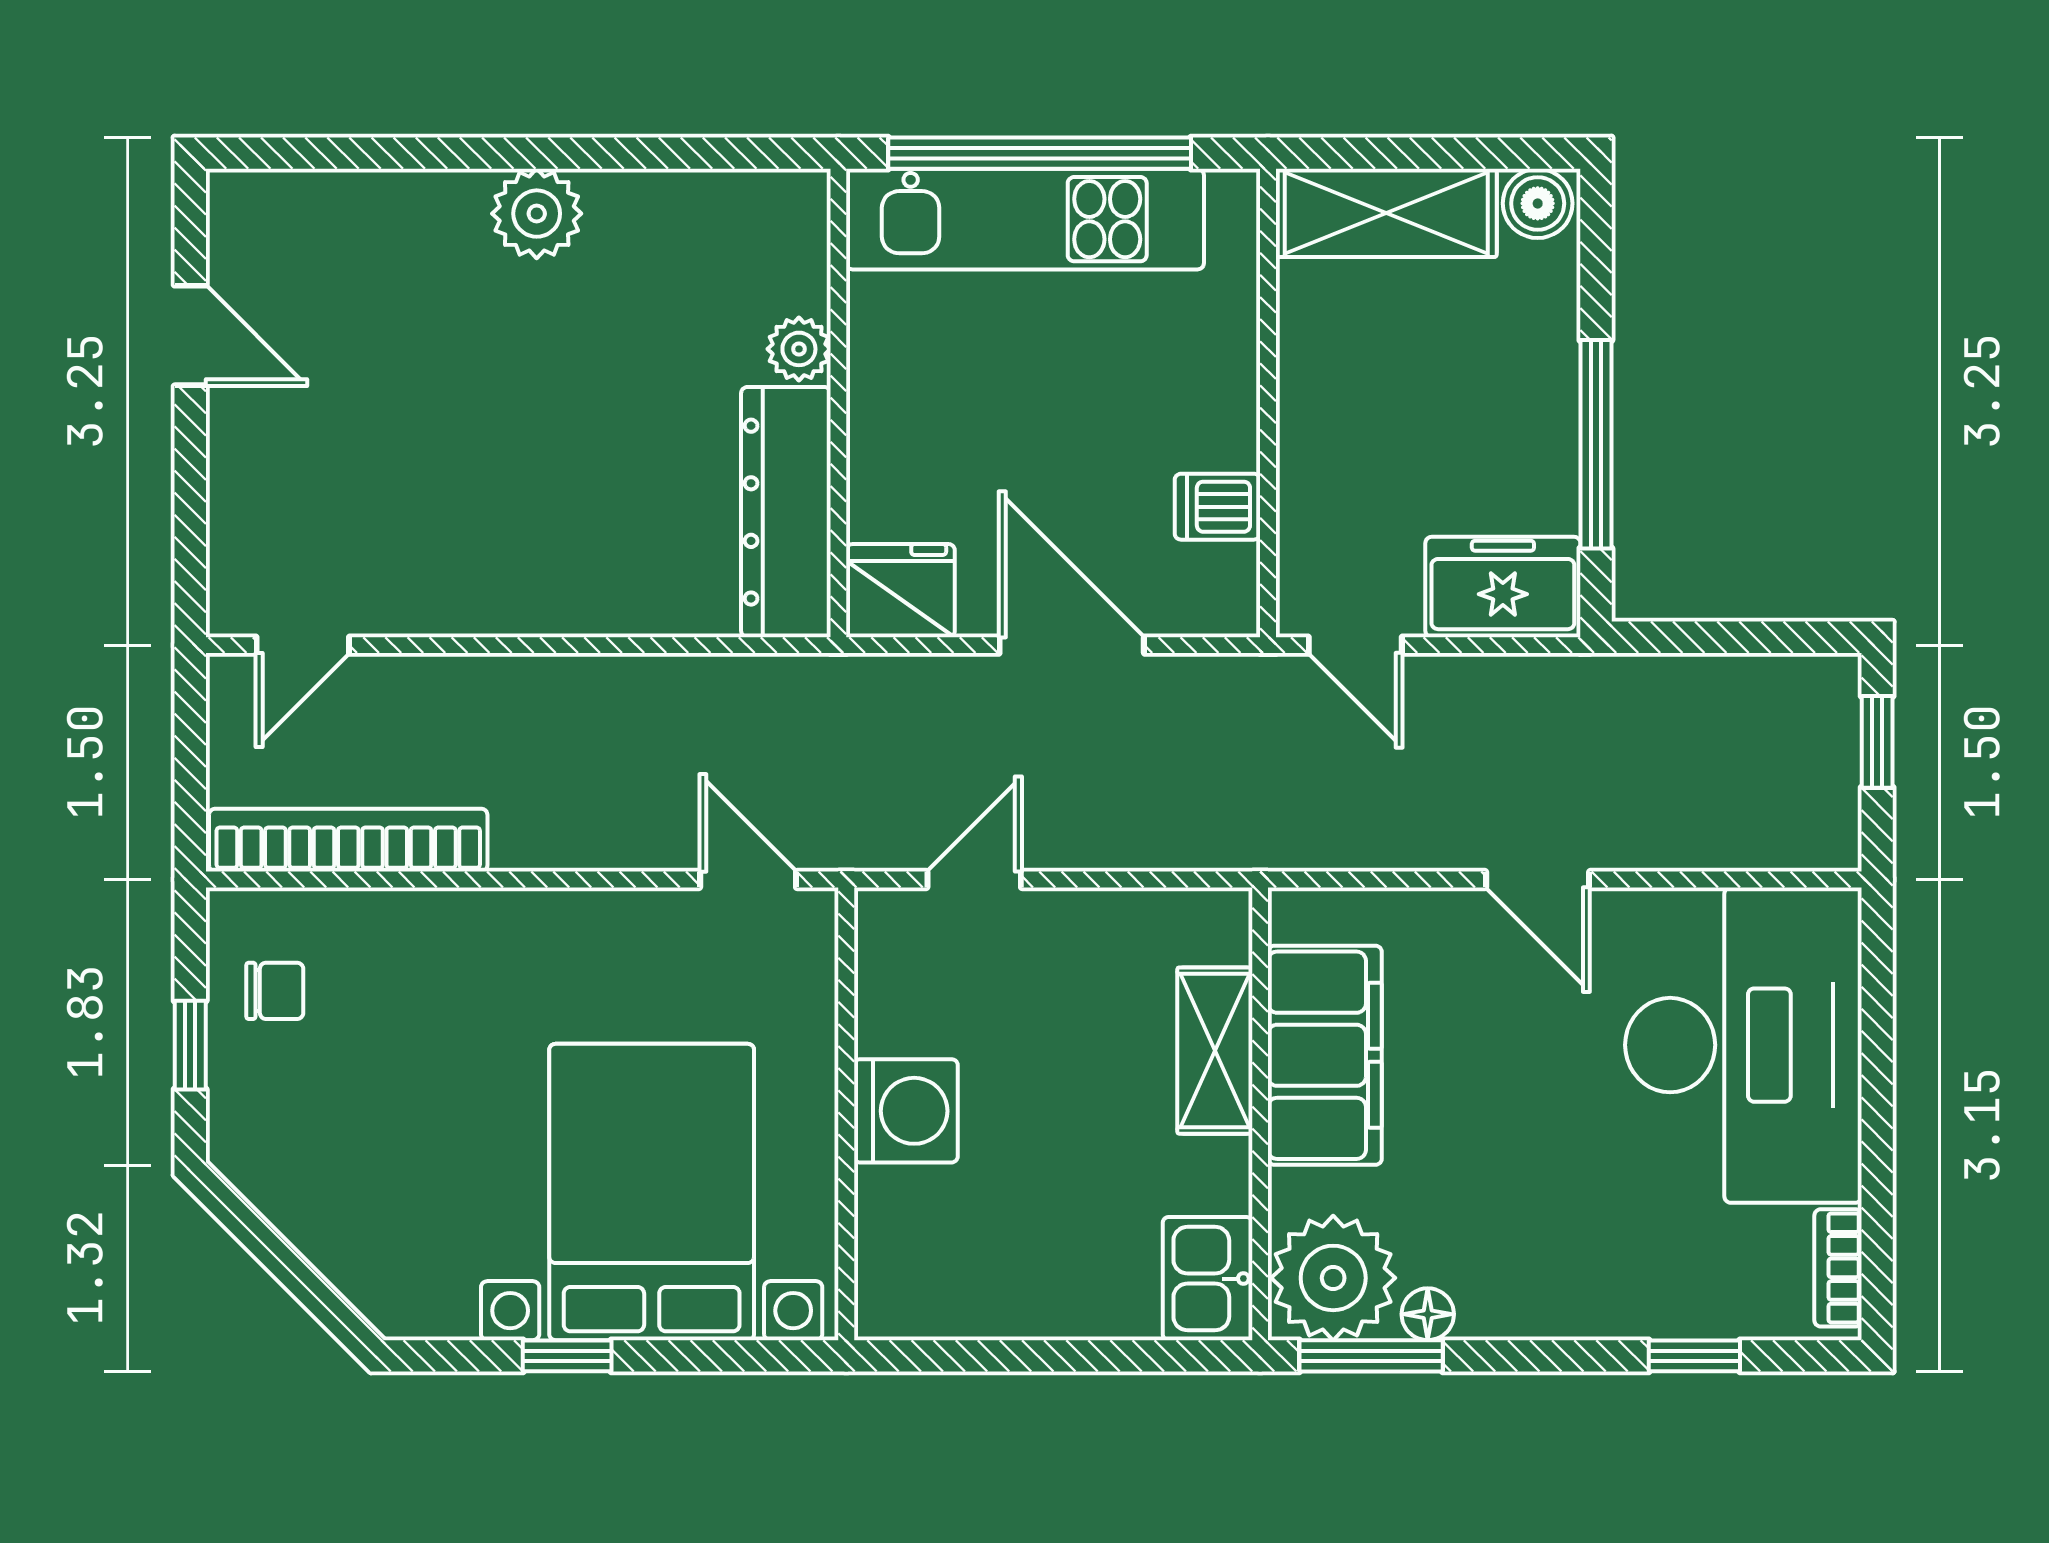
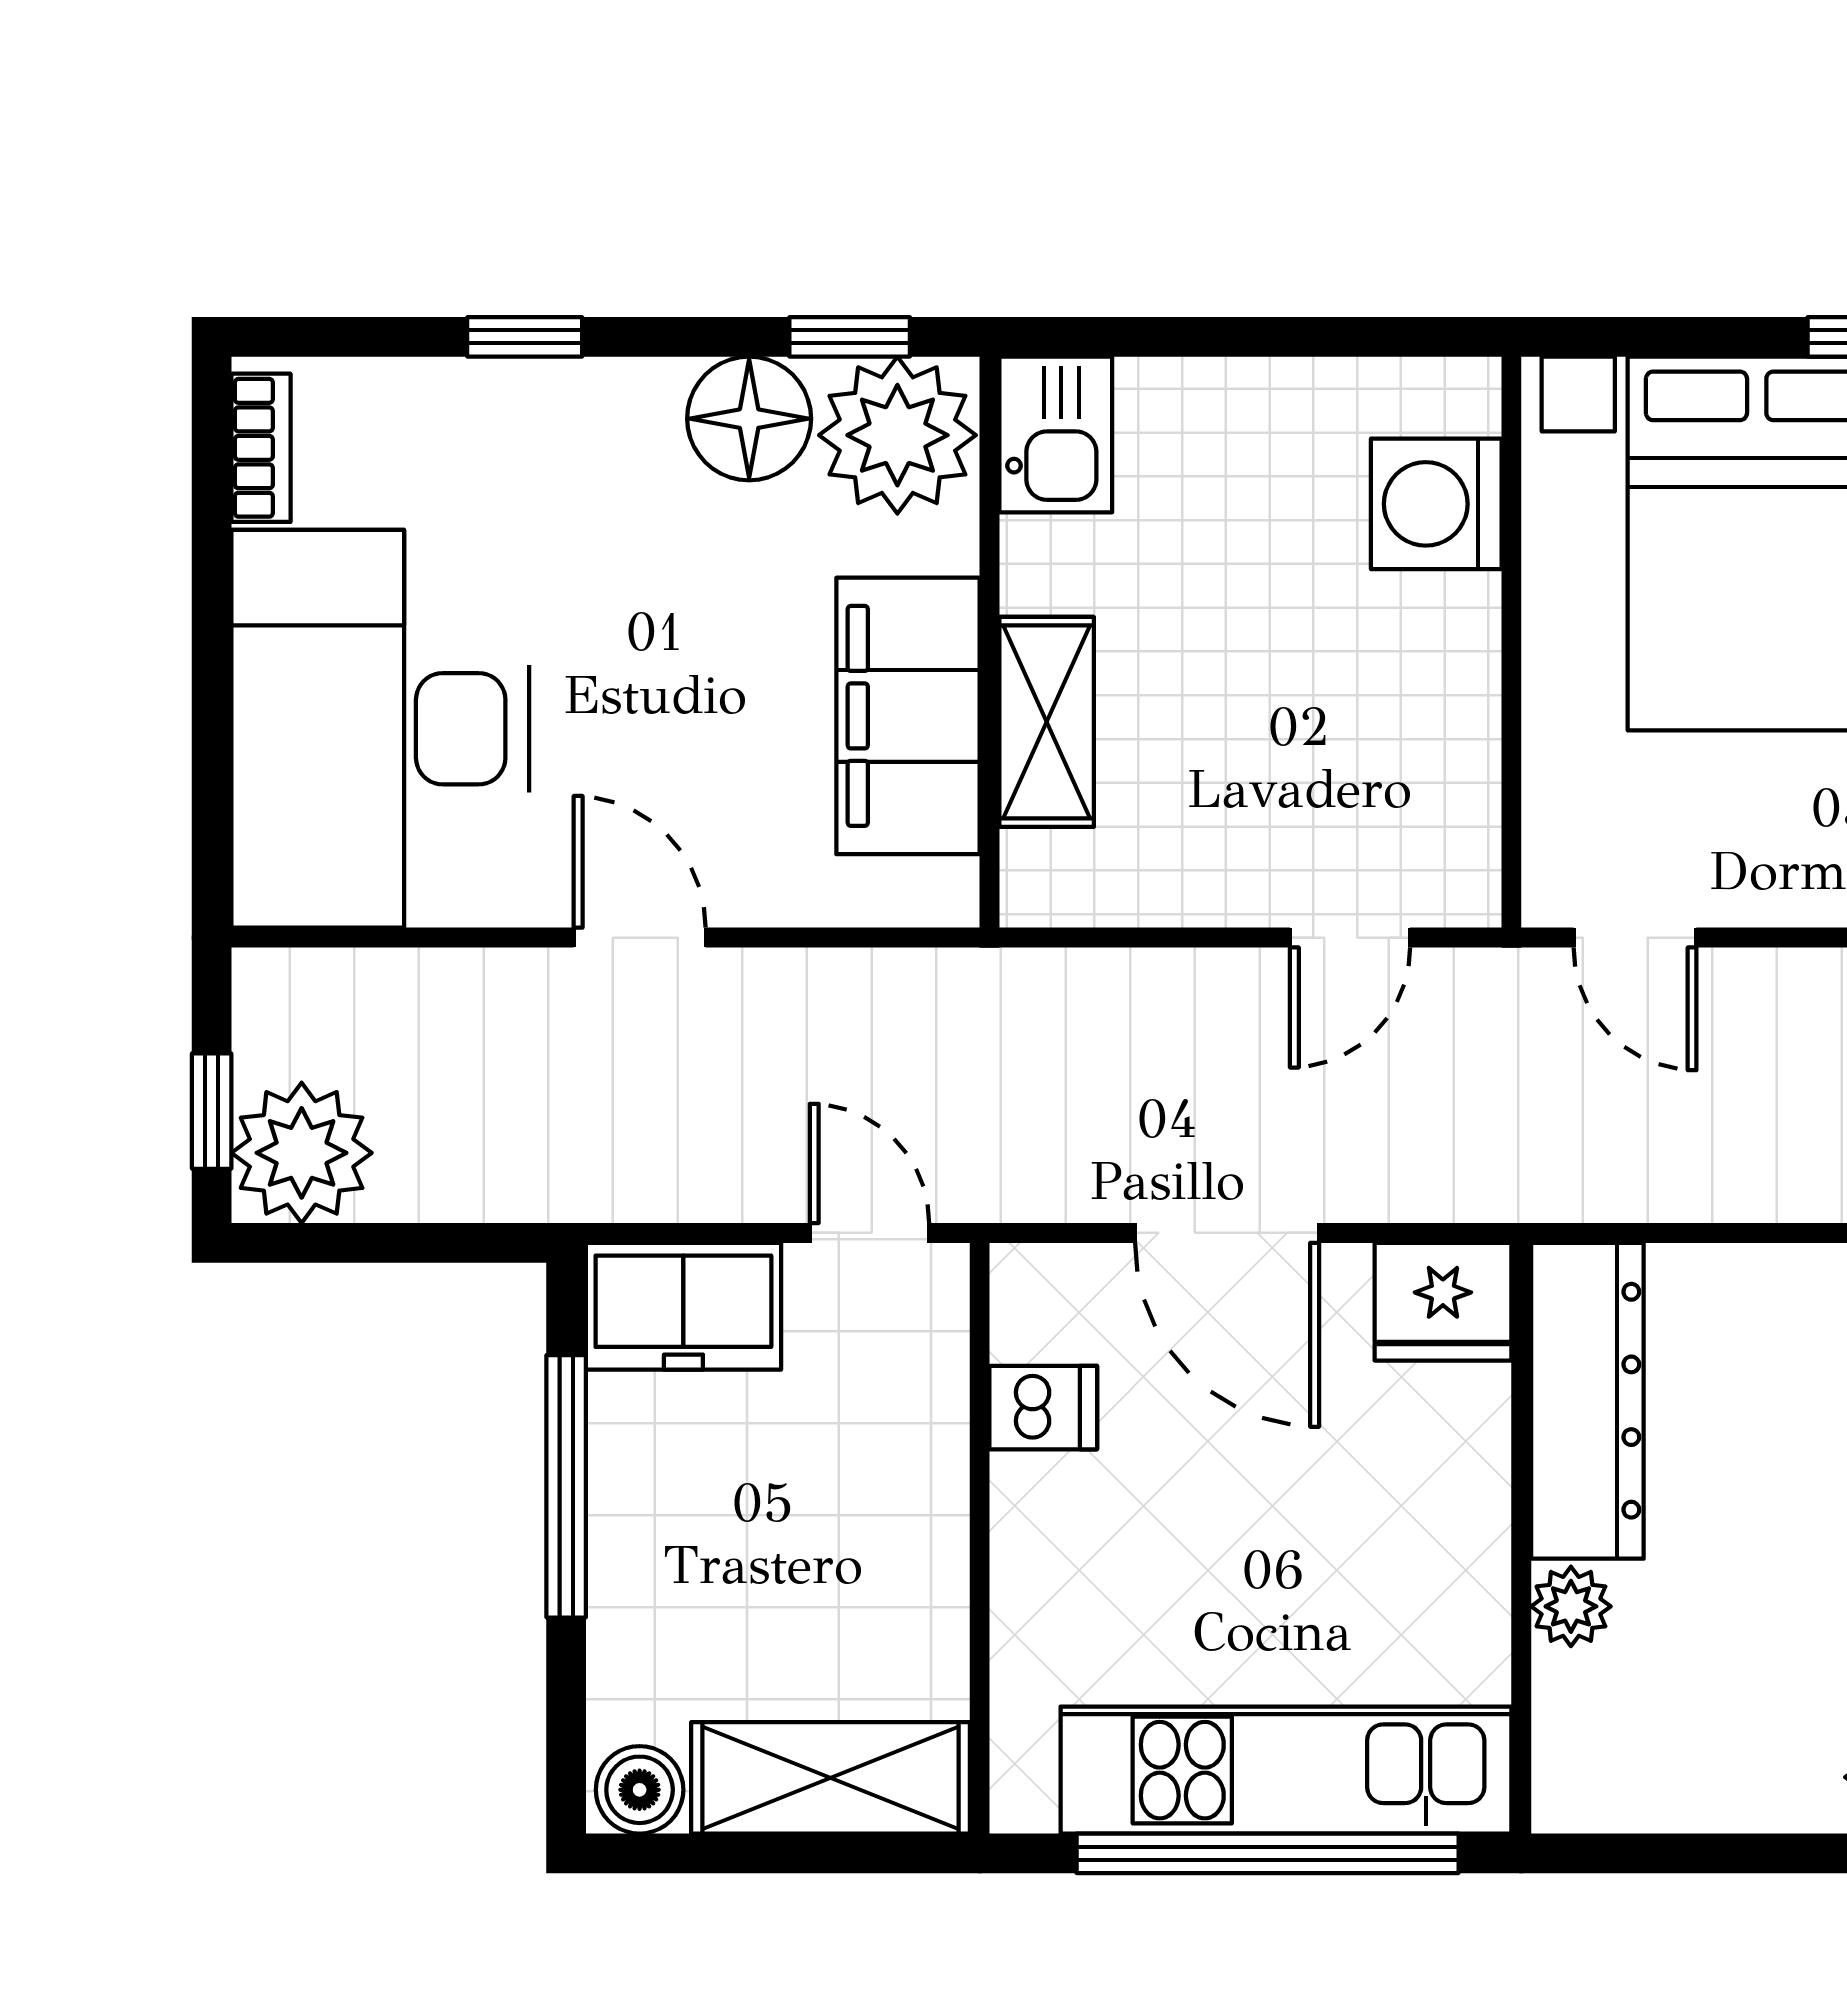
plant: (1806, 709) -> (302, 1153), added
washing machine: (906, 1111) -> (1436, 504), moved
floor lamp: (1428, 1314) -> (749, 419), width x1.89, depth x1.89
window: (1371, 1356) -> (850, 337), width x0.67
window: (1694, 1356) -> (525, 337), moved

